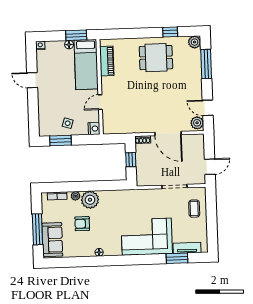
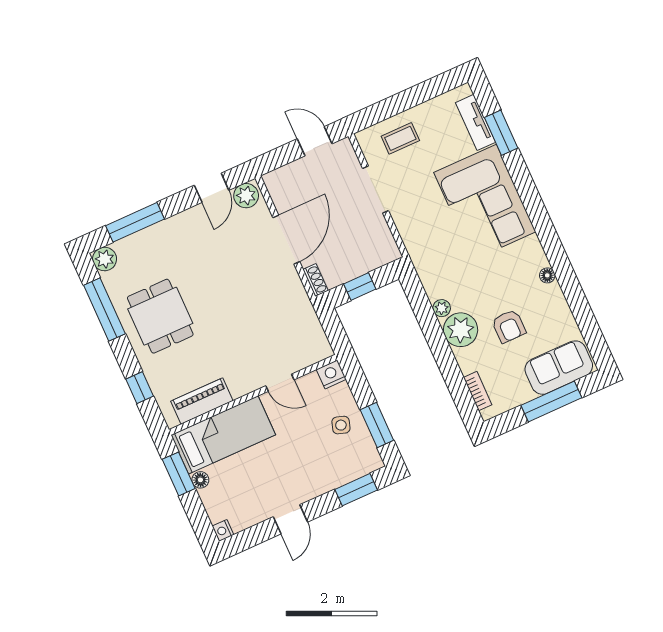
window: (170, 32) -> (104, 310), width x2.17
window: (126, 34) -> (140, 388), added
window: (34, 118) -> (356, 490), added
plant: (76, 196) -> (442, 308), moved

